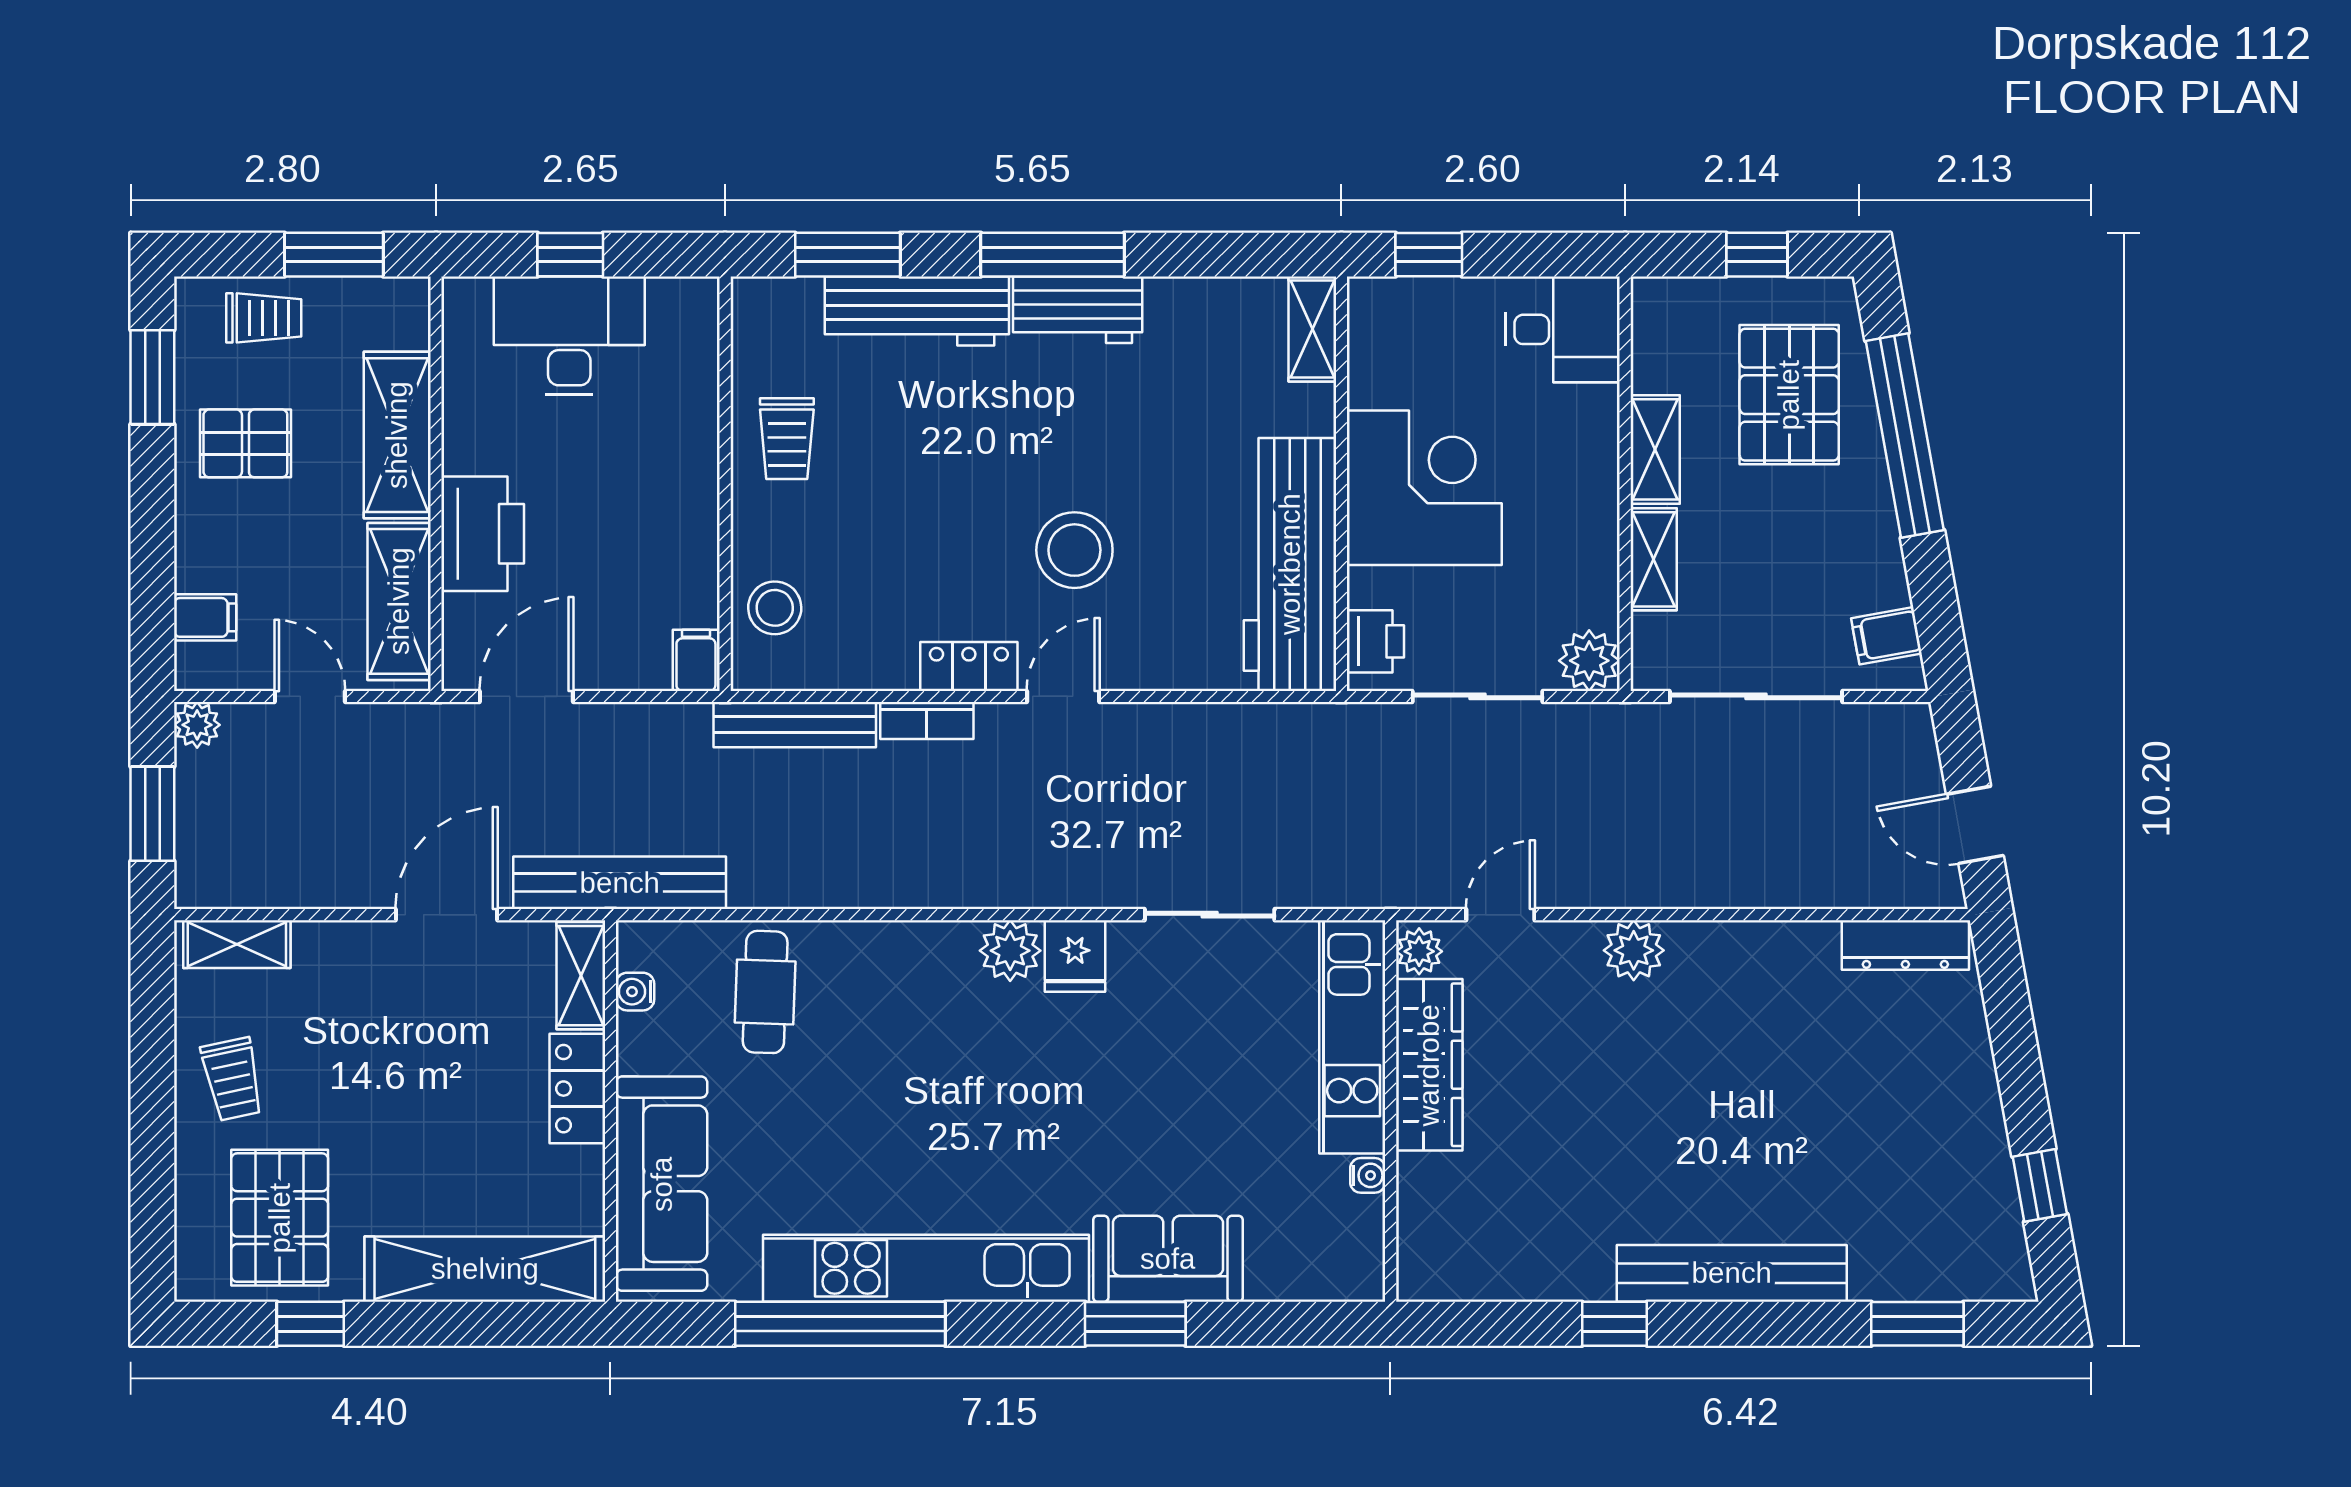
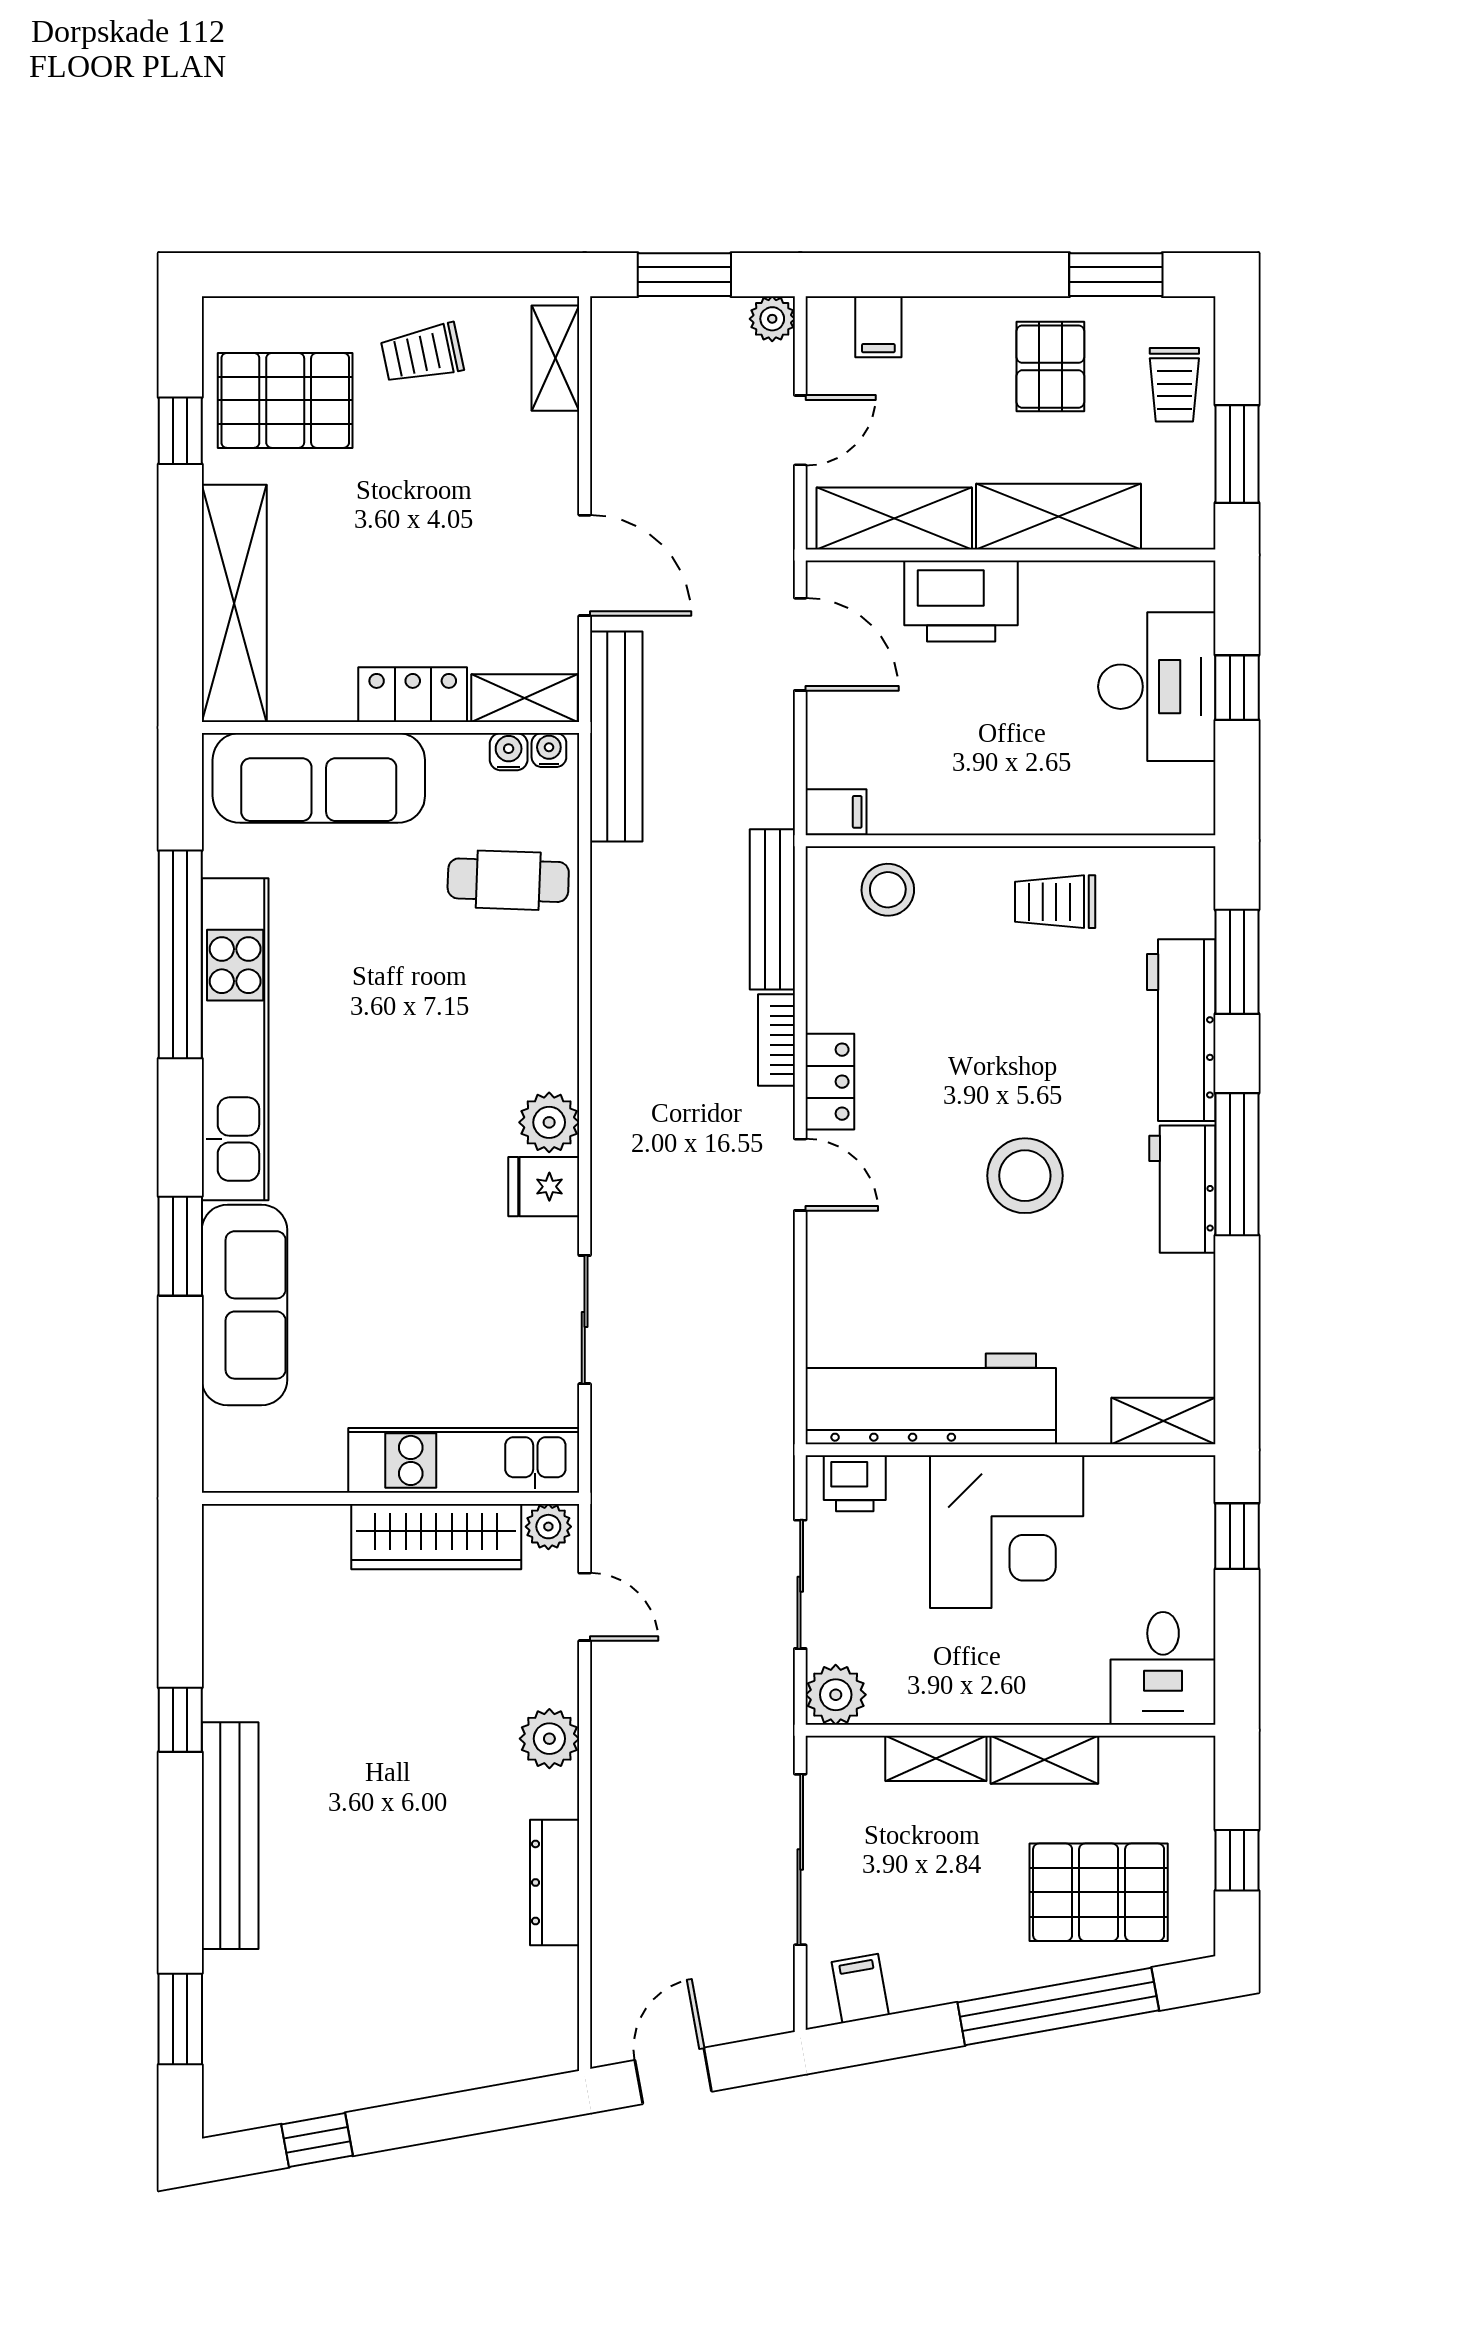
stool: (1074, 550) -> (1025, 1176), moved
dresser: (1905, 945) -> (555, 1882), moved
water cooler: (1368, 1175) -> (549, 750), moved, turned 180
sofa: (1168, 1259) -> (244, 1305), width x1.36

